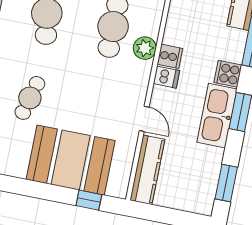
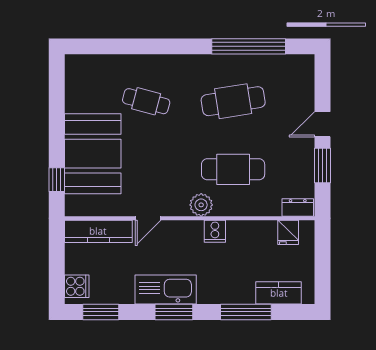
plant: (145, 48) -> (201, 205), moved
cooker: (228, 74) -> (77, 286), moved, turned 90
dishwasher: (166, 77) -> (194, 232), removed

